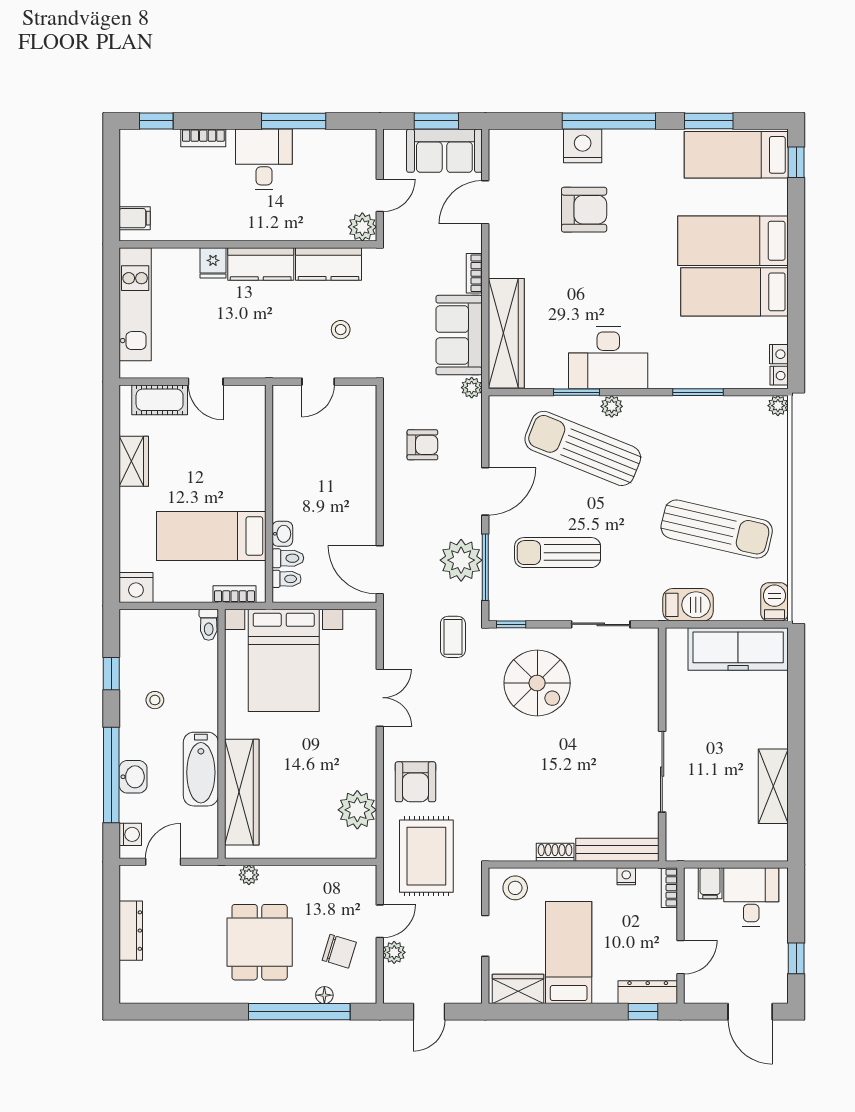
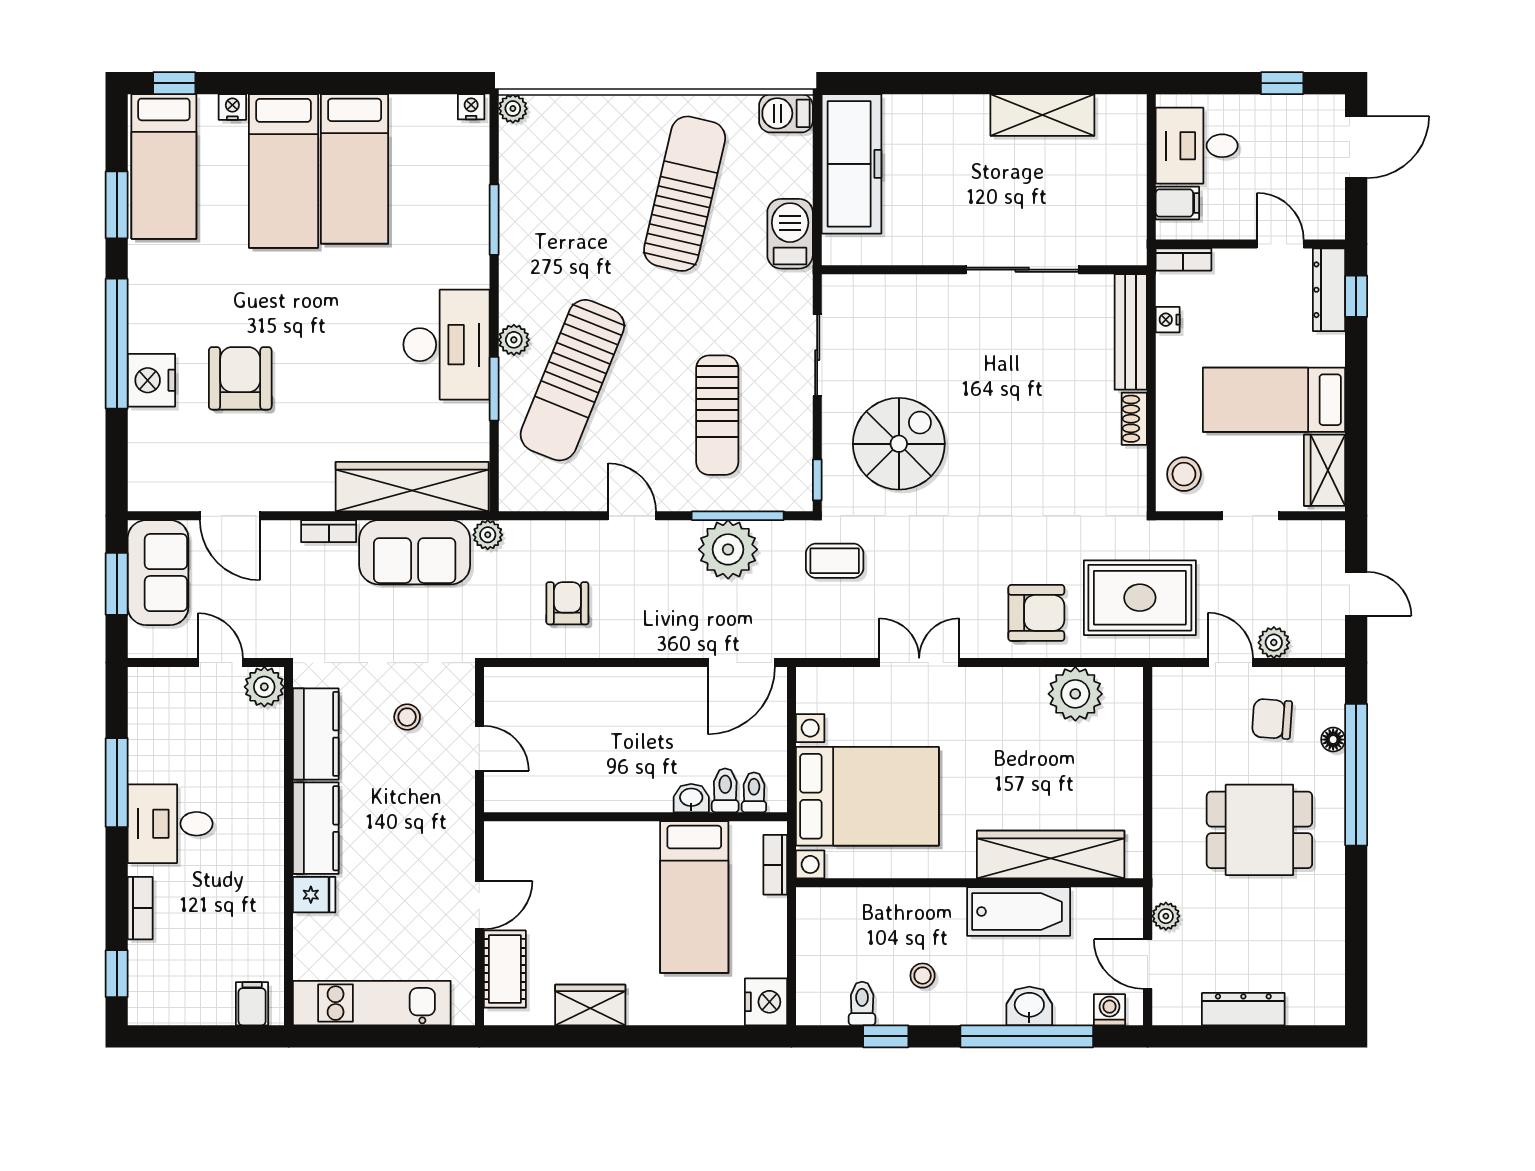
nightstand: (779, 354) -> (232, 107), moved
door: (485, 491) -> (632, 516), width x0.73
toilet: (209, 625) -> (862, 1003), moved, turned -90
plant: (249, 875) -> (1166, 916), moved
chair: (339, 951) -> (1272, 719), turned -103

